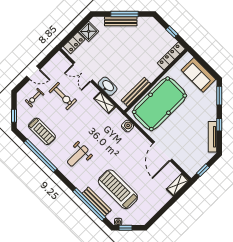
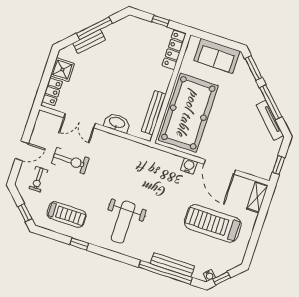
bench: (121, 21) -> (89, 41), width x0.73
shelving: (105, 103) -> (123, 144), removed
window: (219, 125) -> (271, 102), width x2.17
water cooler: (128, 126) -> (189, 166), moved
window: (40, 156) -> (79, 244), width x0.32
weight bench: (78, 156) -> (123, 222), width x1.36, depth x1.33
treadmill: (118, 189) -> (213, 223), moved

